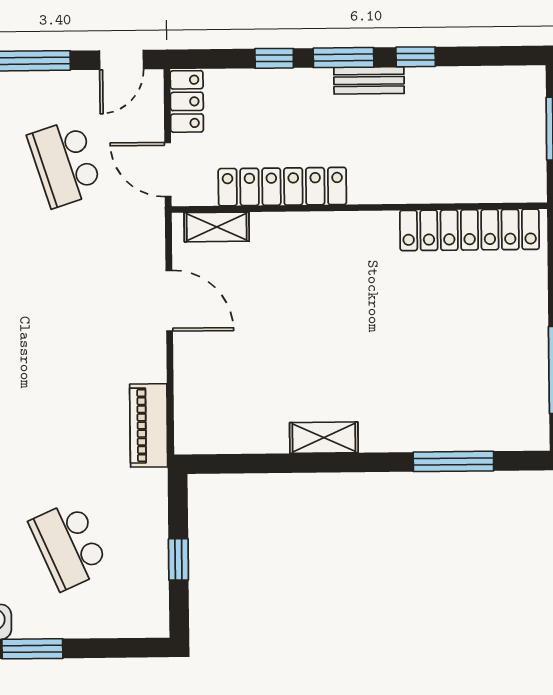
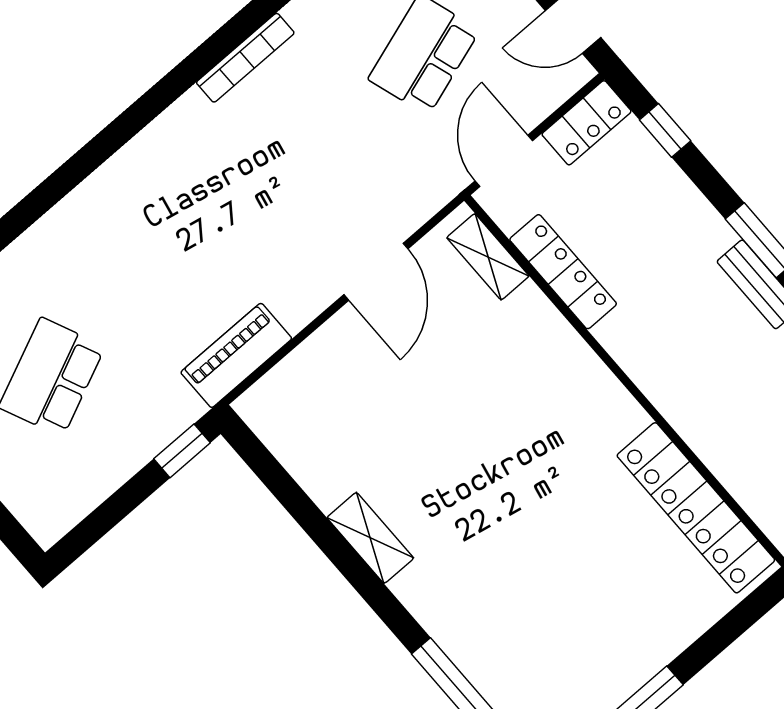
window: (274, 58) -> (665, 130), moved
locker: (282, 187) -> (563, 272), width x0.71, depth x0.83
window: (178, 559) -> (182, 451), moved

